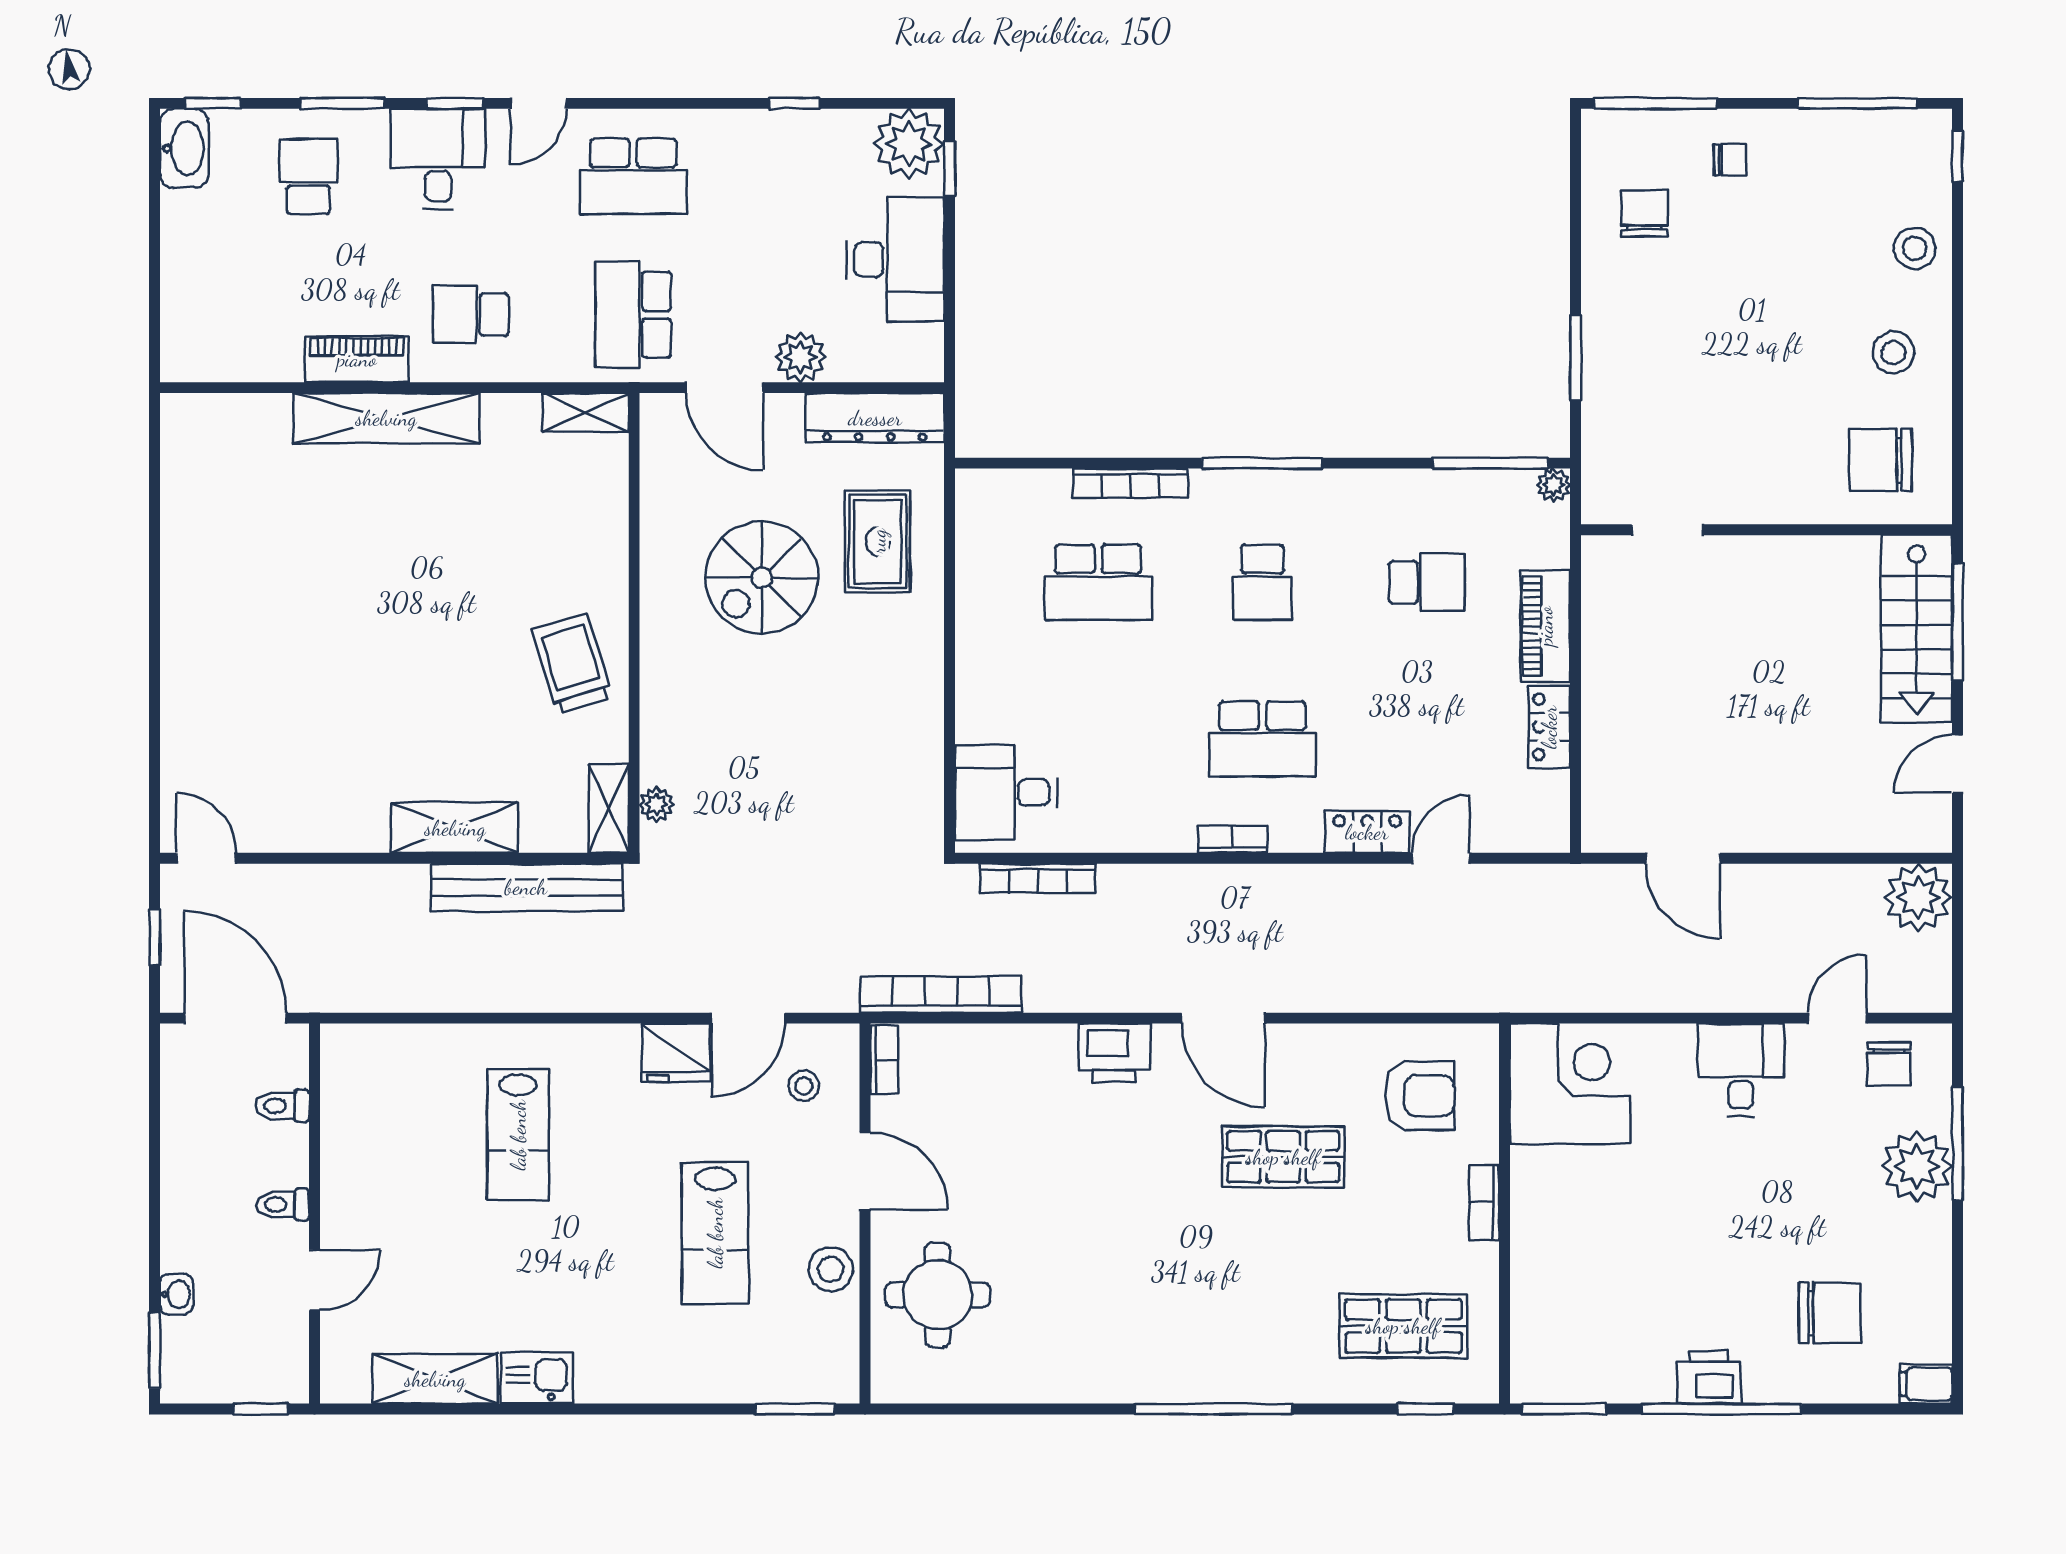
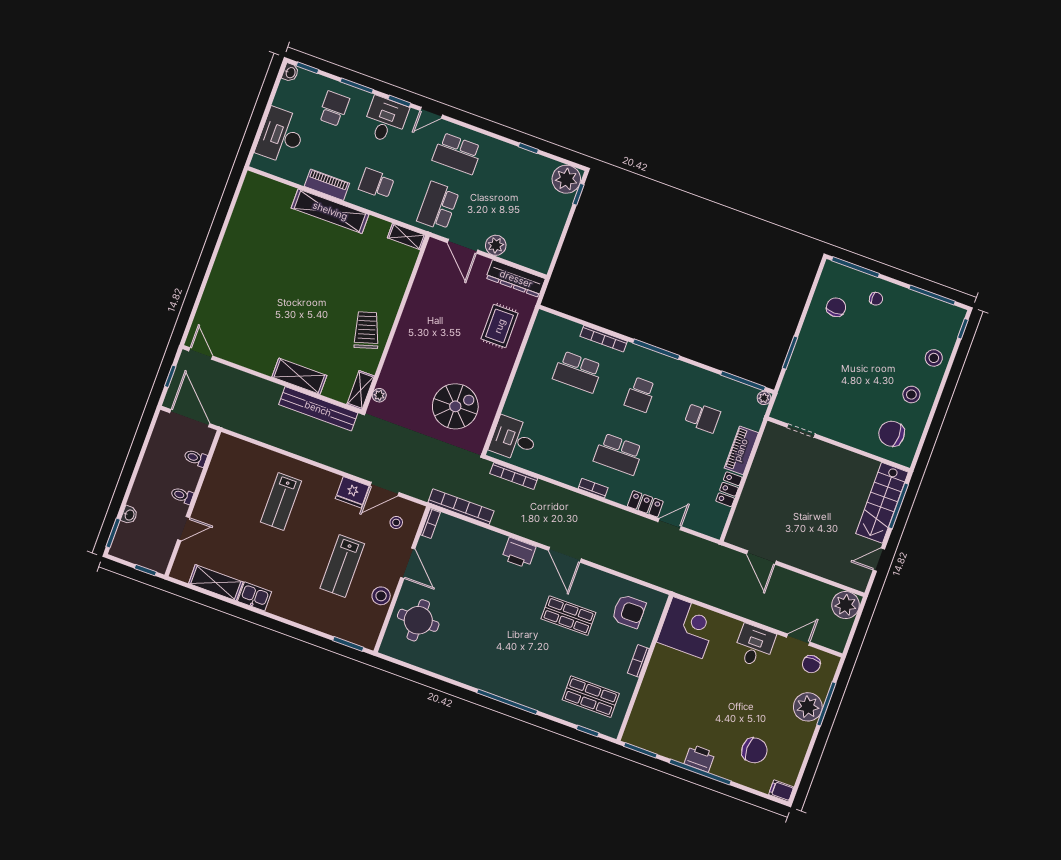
washbasin: (184, 148) -> (290, 73), width x0.52, depth x0.69
desk: (895, 259) -> (281, 136), moved, turned 180
spiral stairs: (762, 578) -> (455, 406), moved, turned 180

